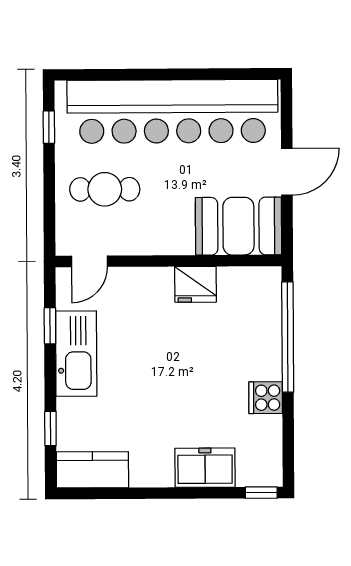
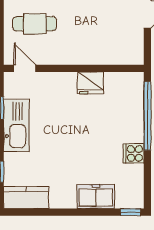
booth: (238, 226) -> (117, 47), removed
door: (89, 261) -> (25, 68), swing flipped

